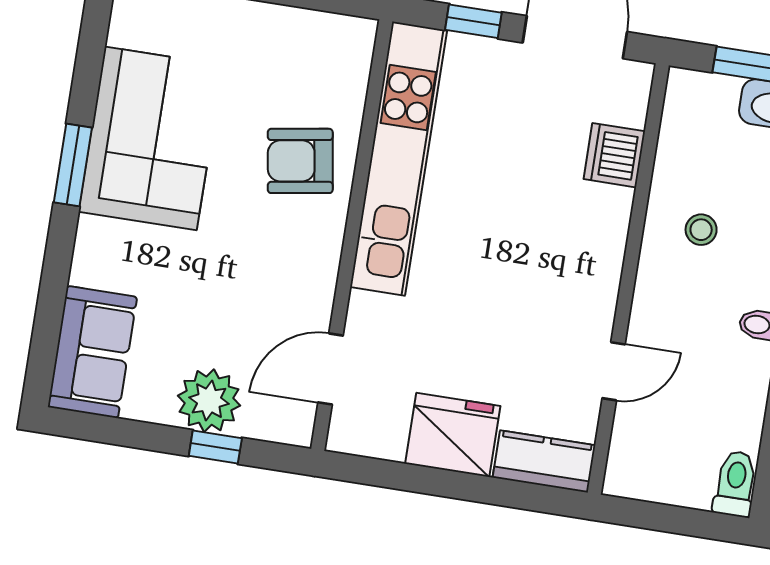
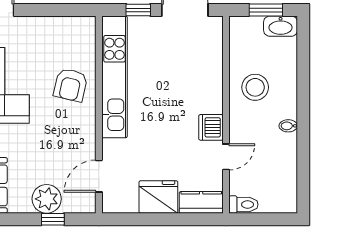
dishwasher: (614, 155) -> (211, 127), moved
armchair: (300, 161) -> (71, 85), turned -68
stool: (701, 230) -> (255, 87), width x1.89, depth x1.89
toilet: (735, 484) -> (243, 204), moved, turned 90

